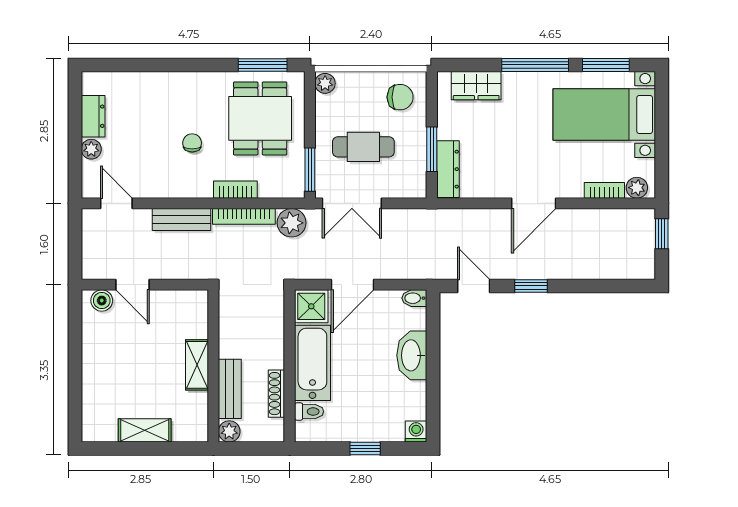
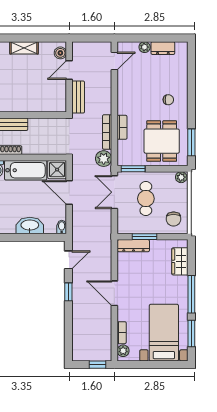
dining table: (260, 118) -> (162, 141), turned 90
chair: (192, 143) -> (168, 100), moved
bench: (182, 220) -> (78, 97), moved
shelving: (197, 365) -> (24, 48), moved

